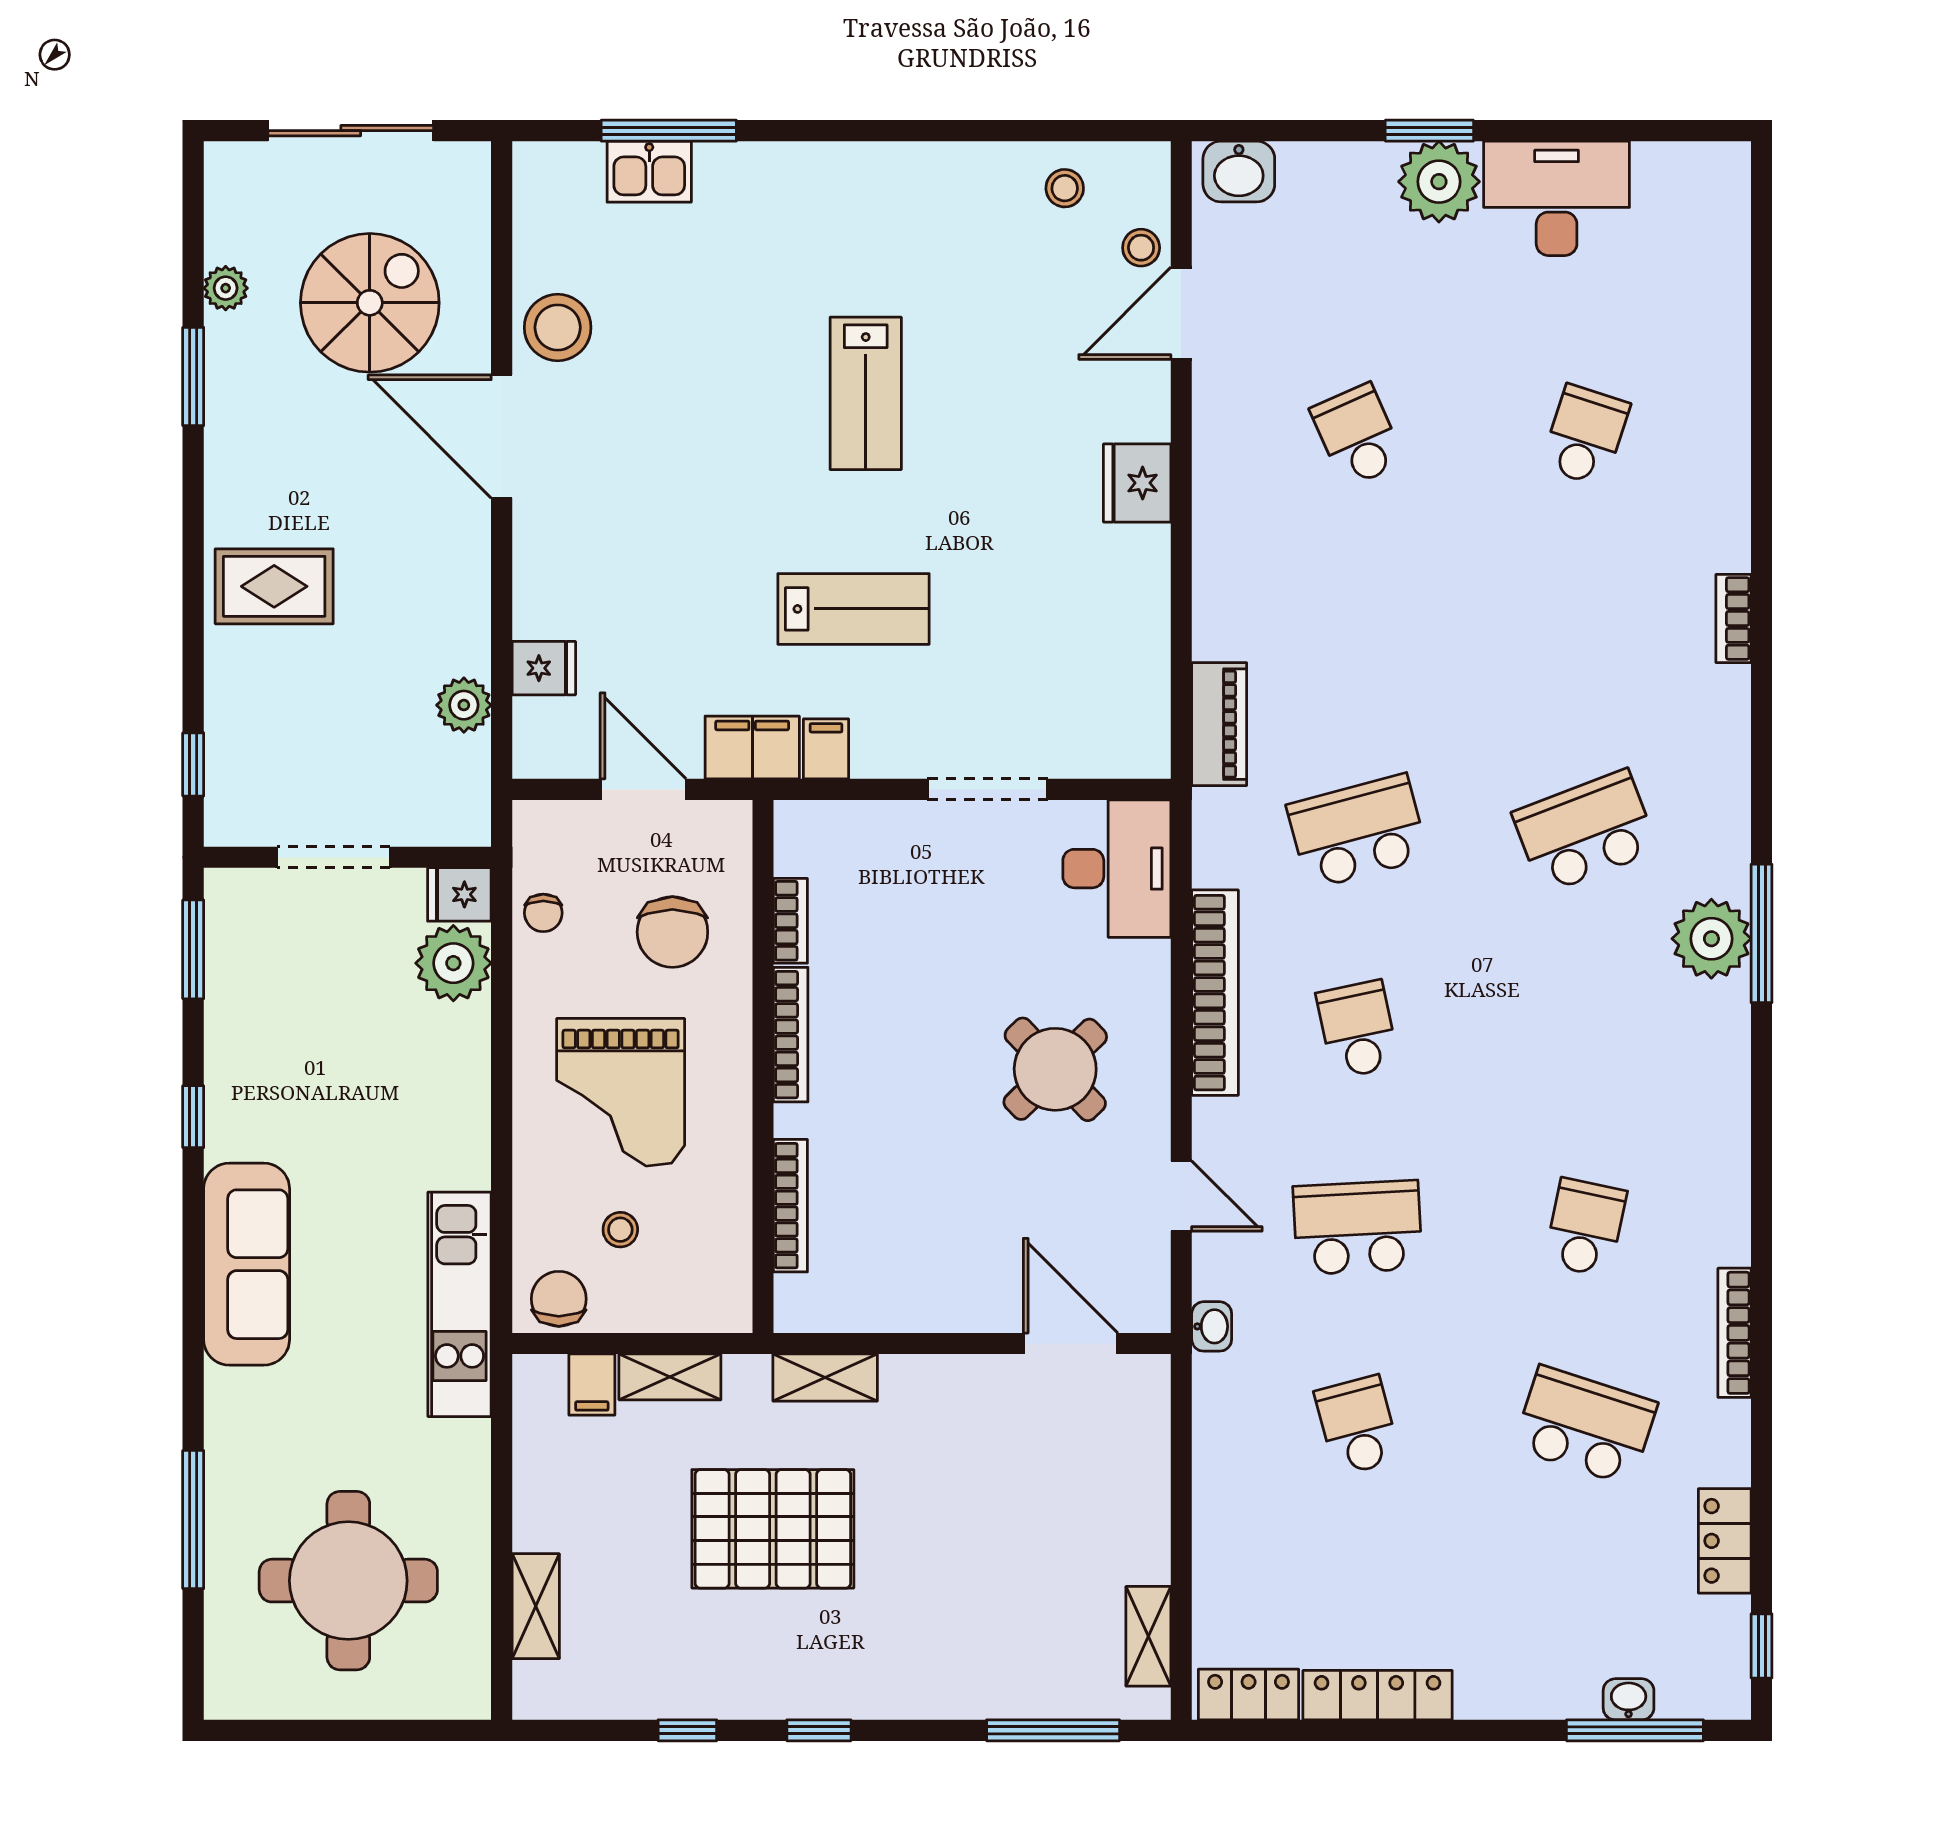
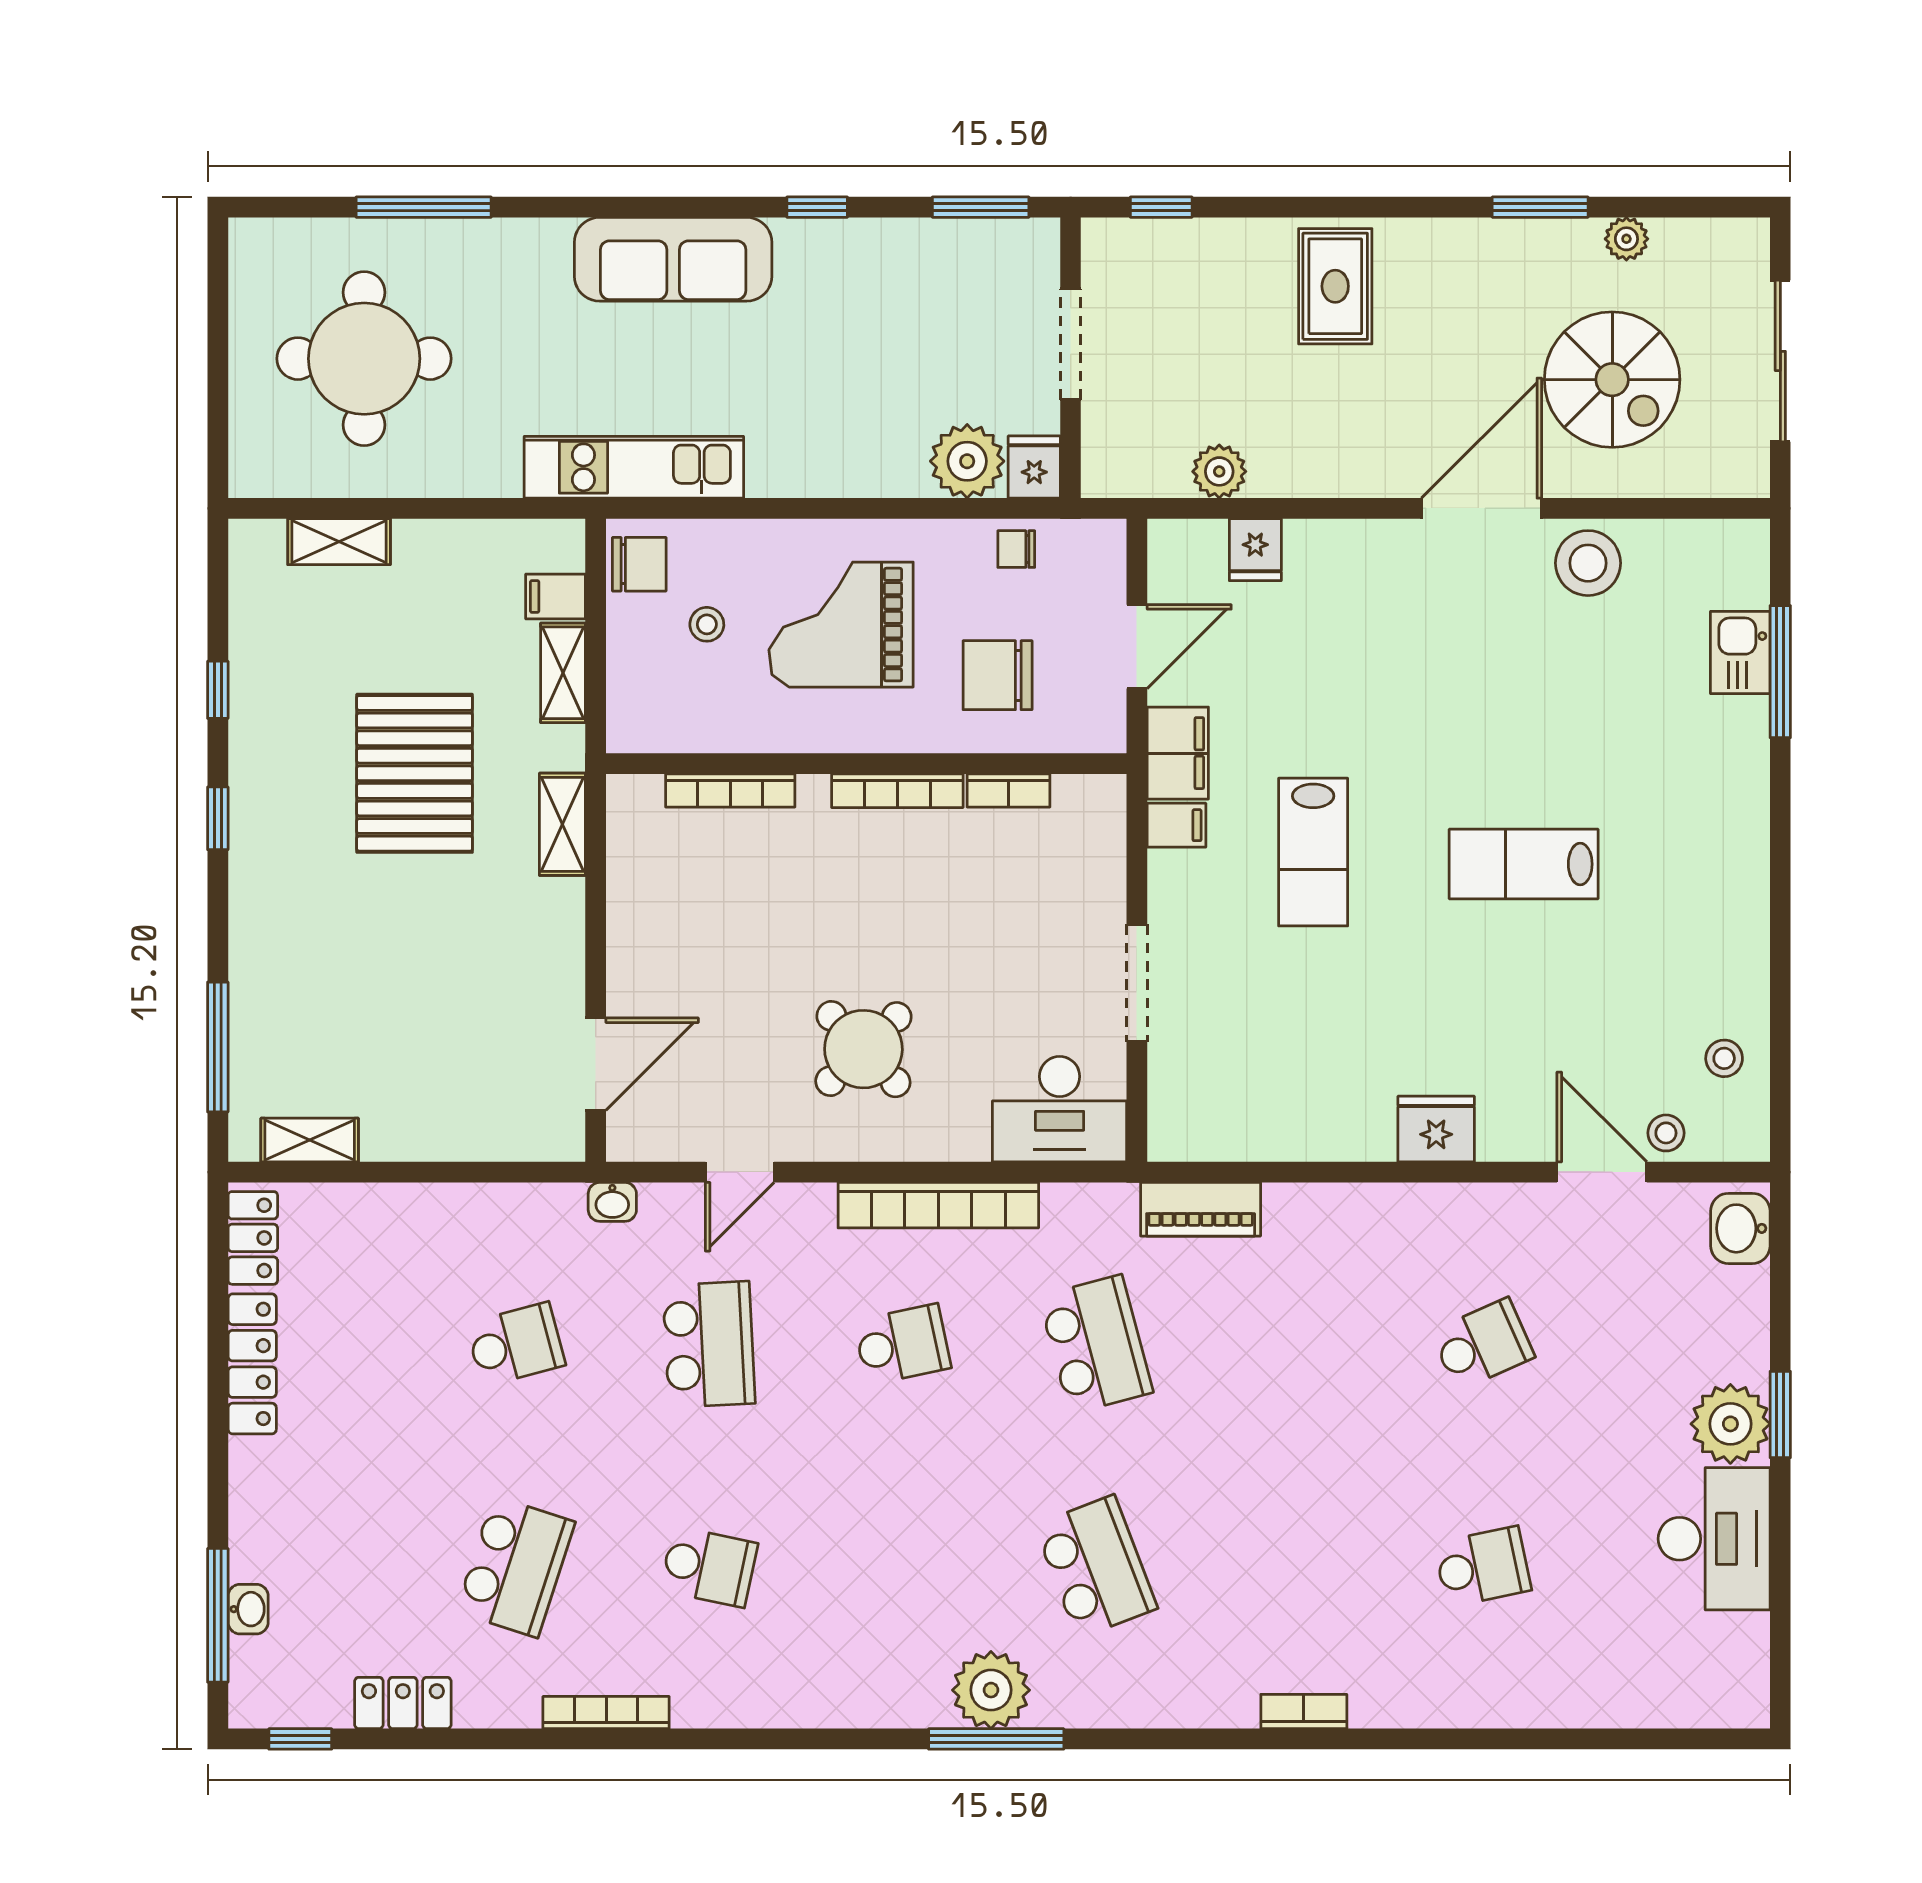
school desk: (1585, 435) -> (1483, 1567), turned -30

